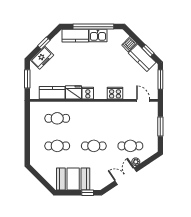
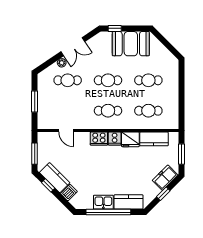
cooker: (115, 93) -> (99, 139), moved
door: (143, 100) -> (66, 131), moved
cafe table: (94, 118) -> (108, 111), added

